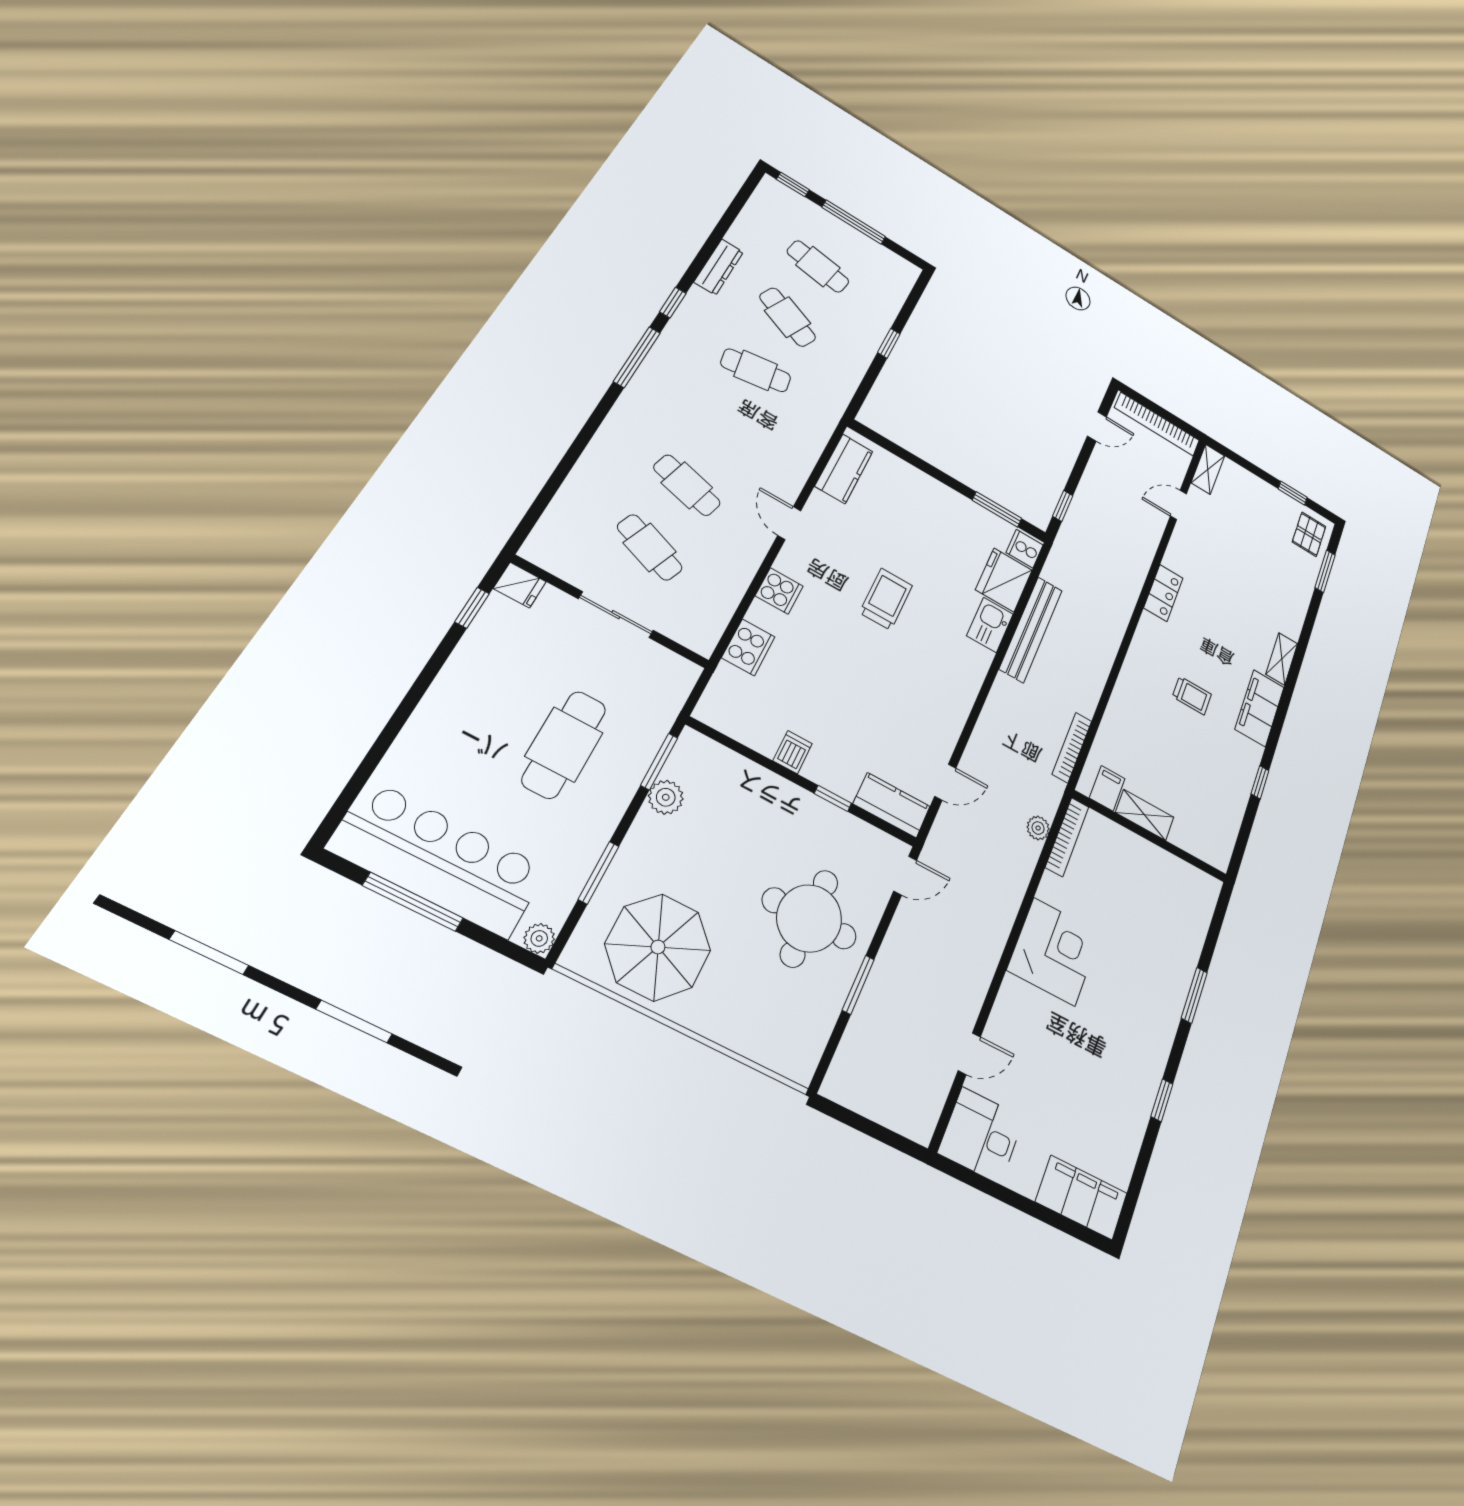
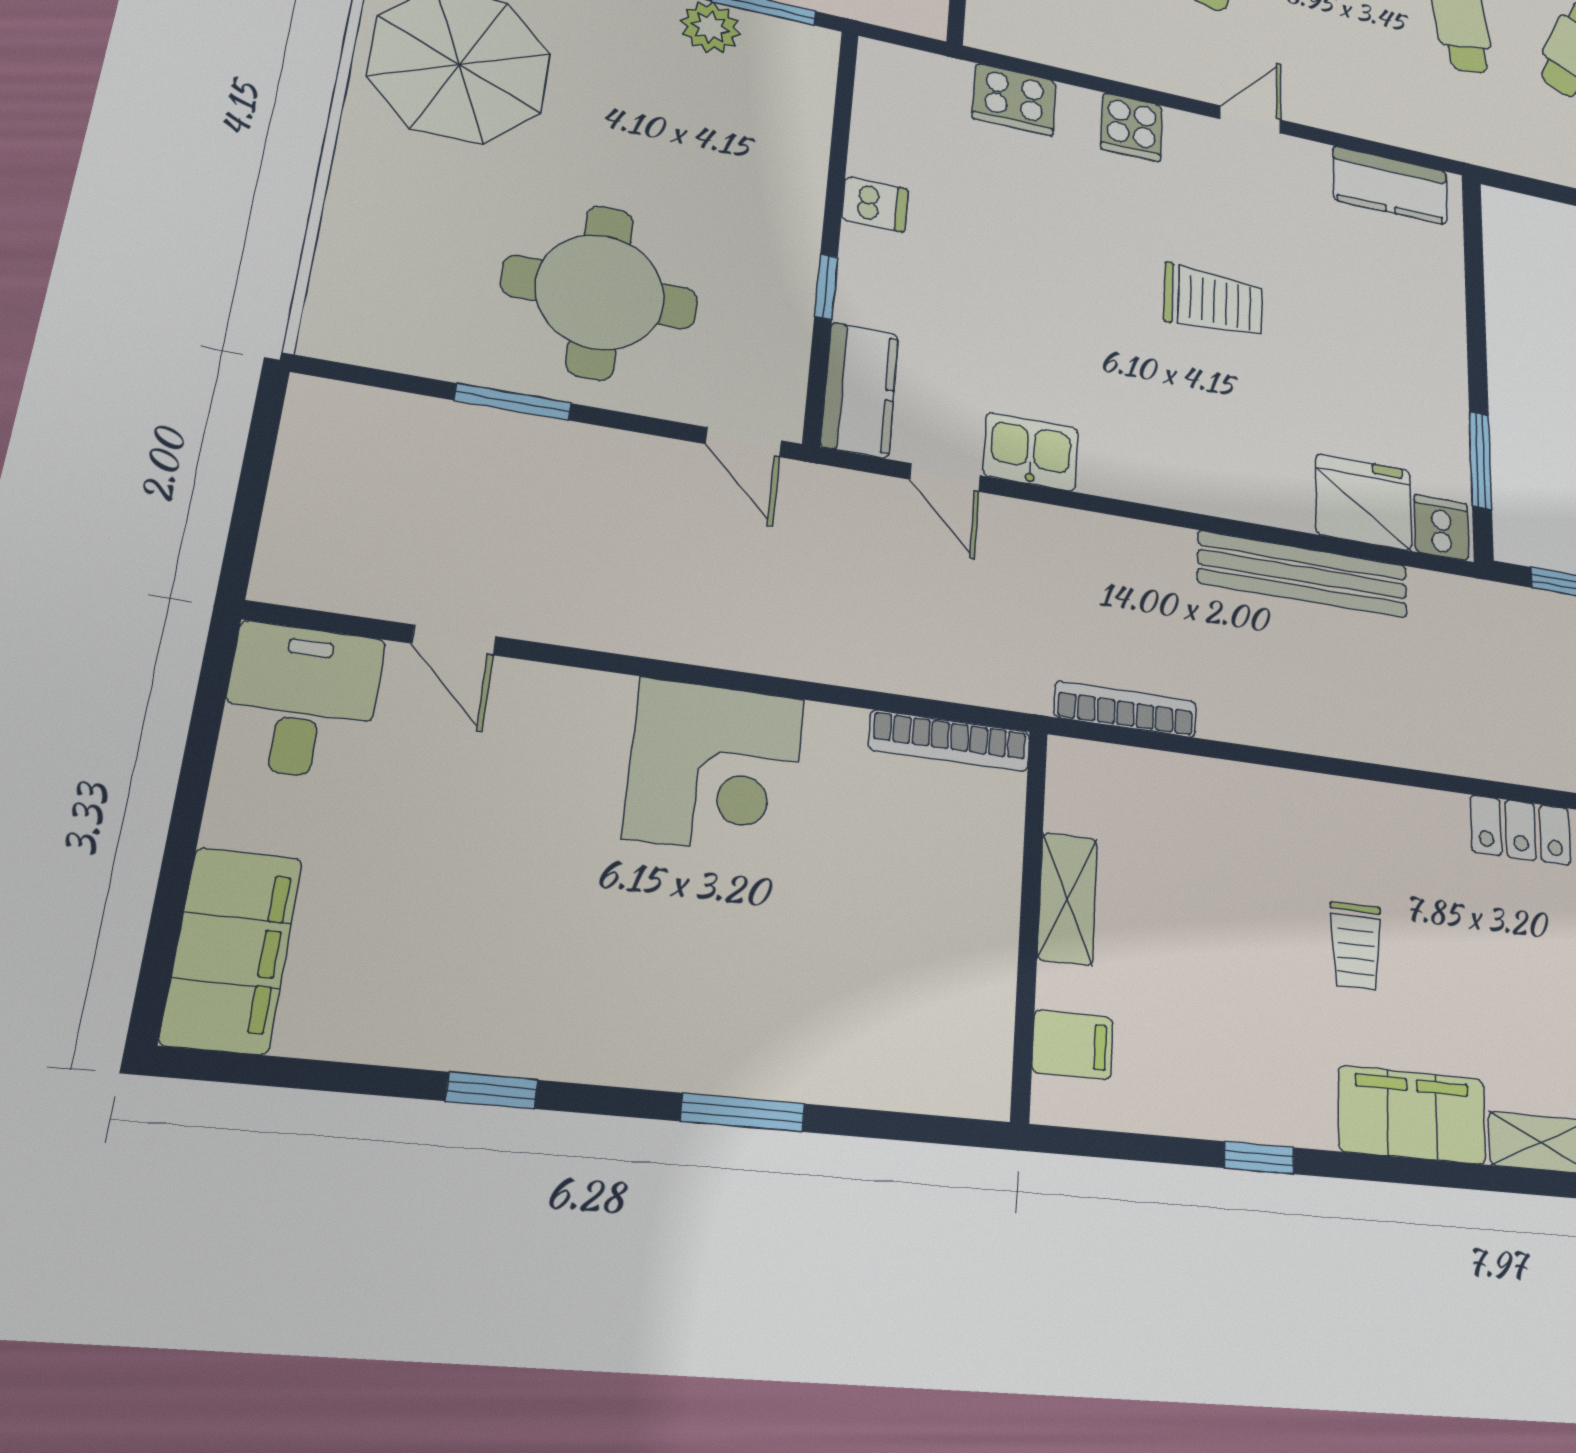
kitchen sink: (990, 625) -> (1031, 452), moved
filing cabinet: (1107, 788) -> (1073, 1045), moved
plant: (1038, 828) -> (941, 677), removed

